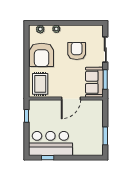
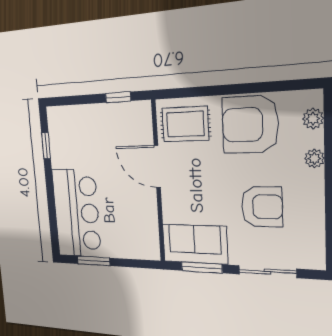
door: (71, 99) -> (157, 167), moved
bar counter: (50, 143) -> (76, 213), moved

